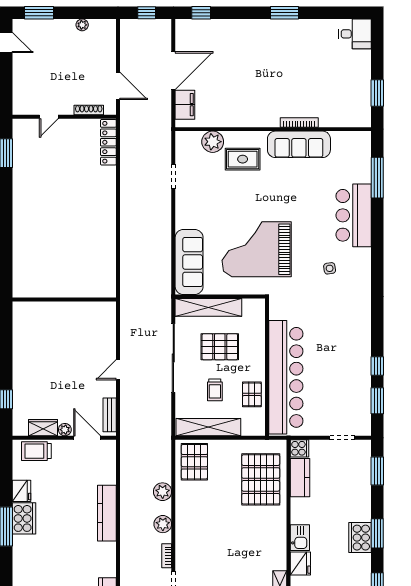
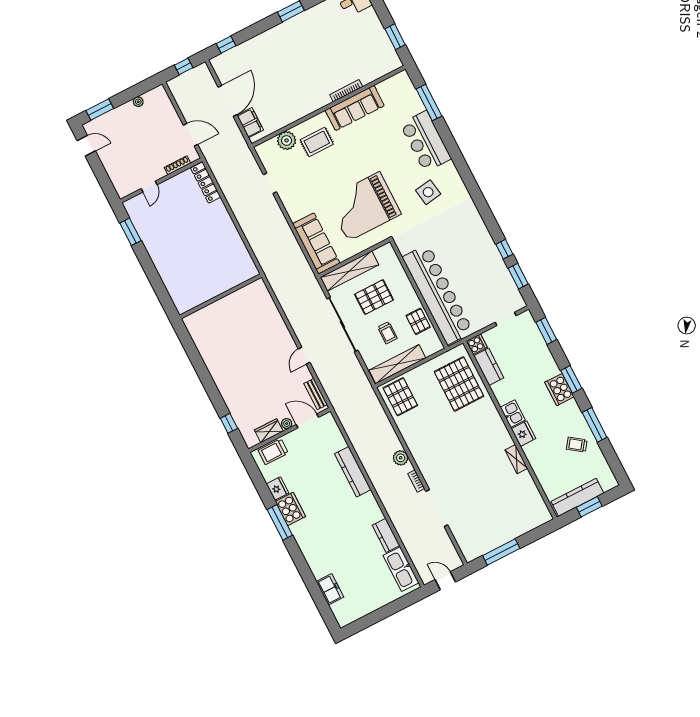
side table: (330, 268) -> (428, 192), width x1.87, depth x1.87
wall: (64, 300) -> (221, 296), moved
plant: (163, 492) -> (387, 433), removed

